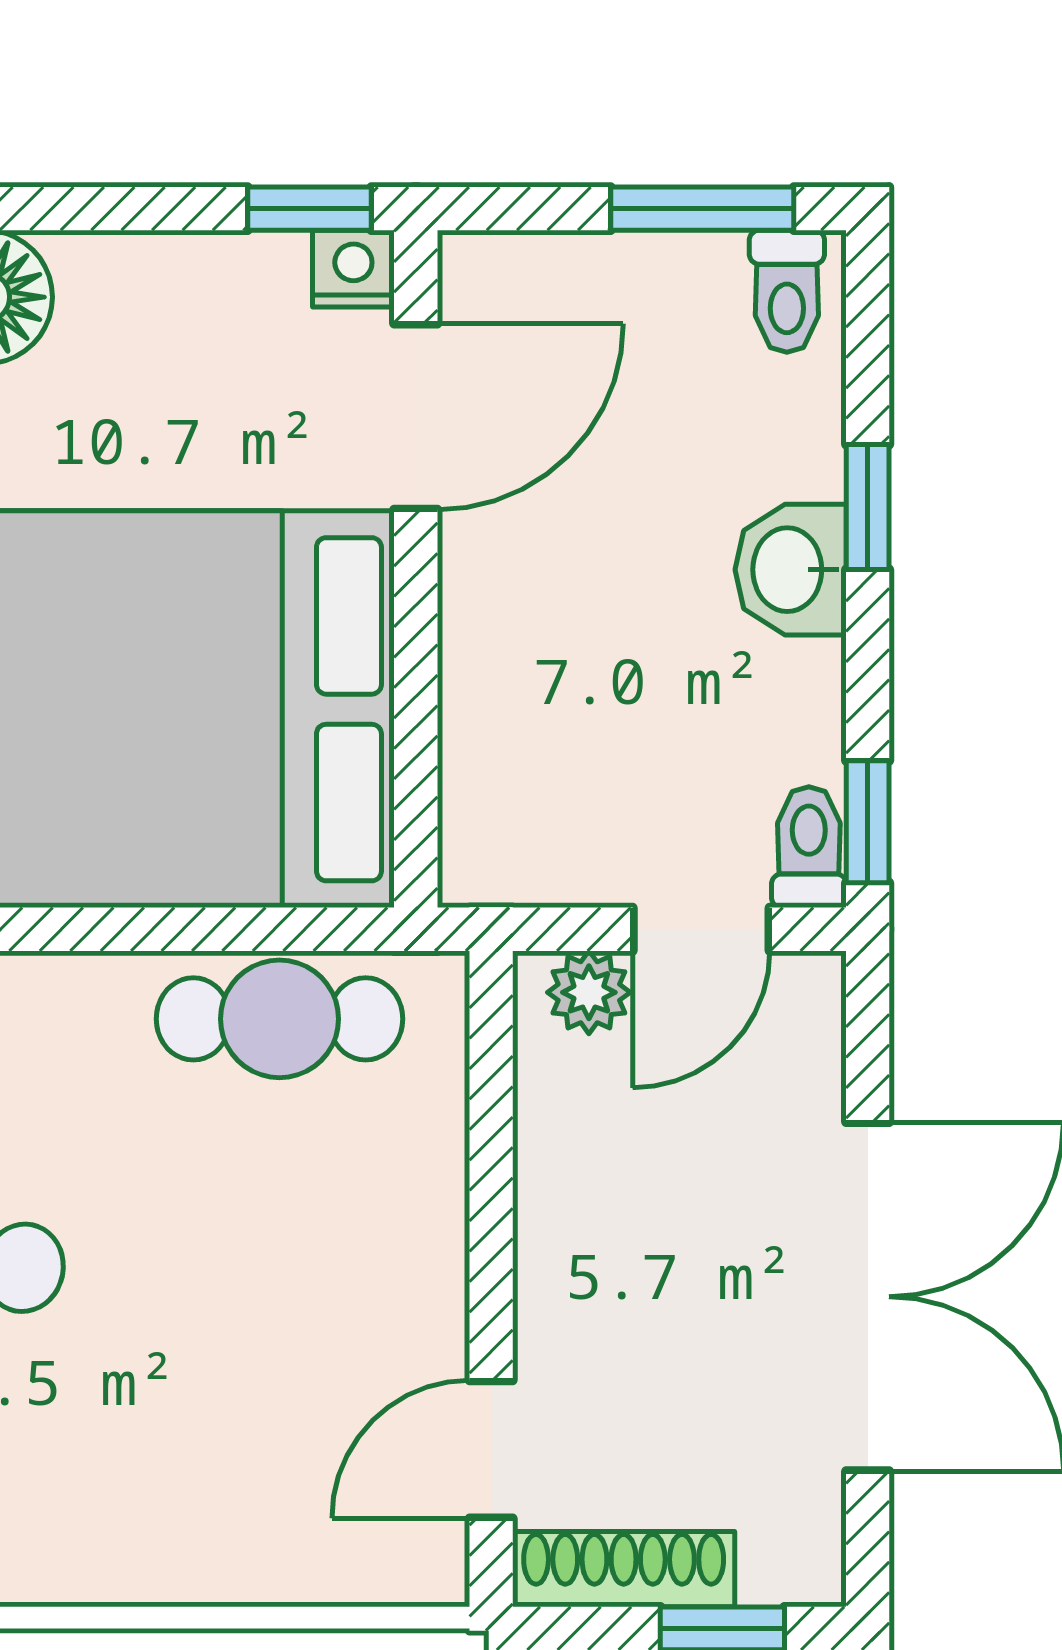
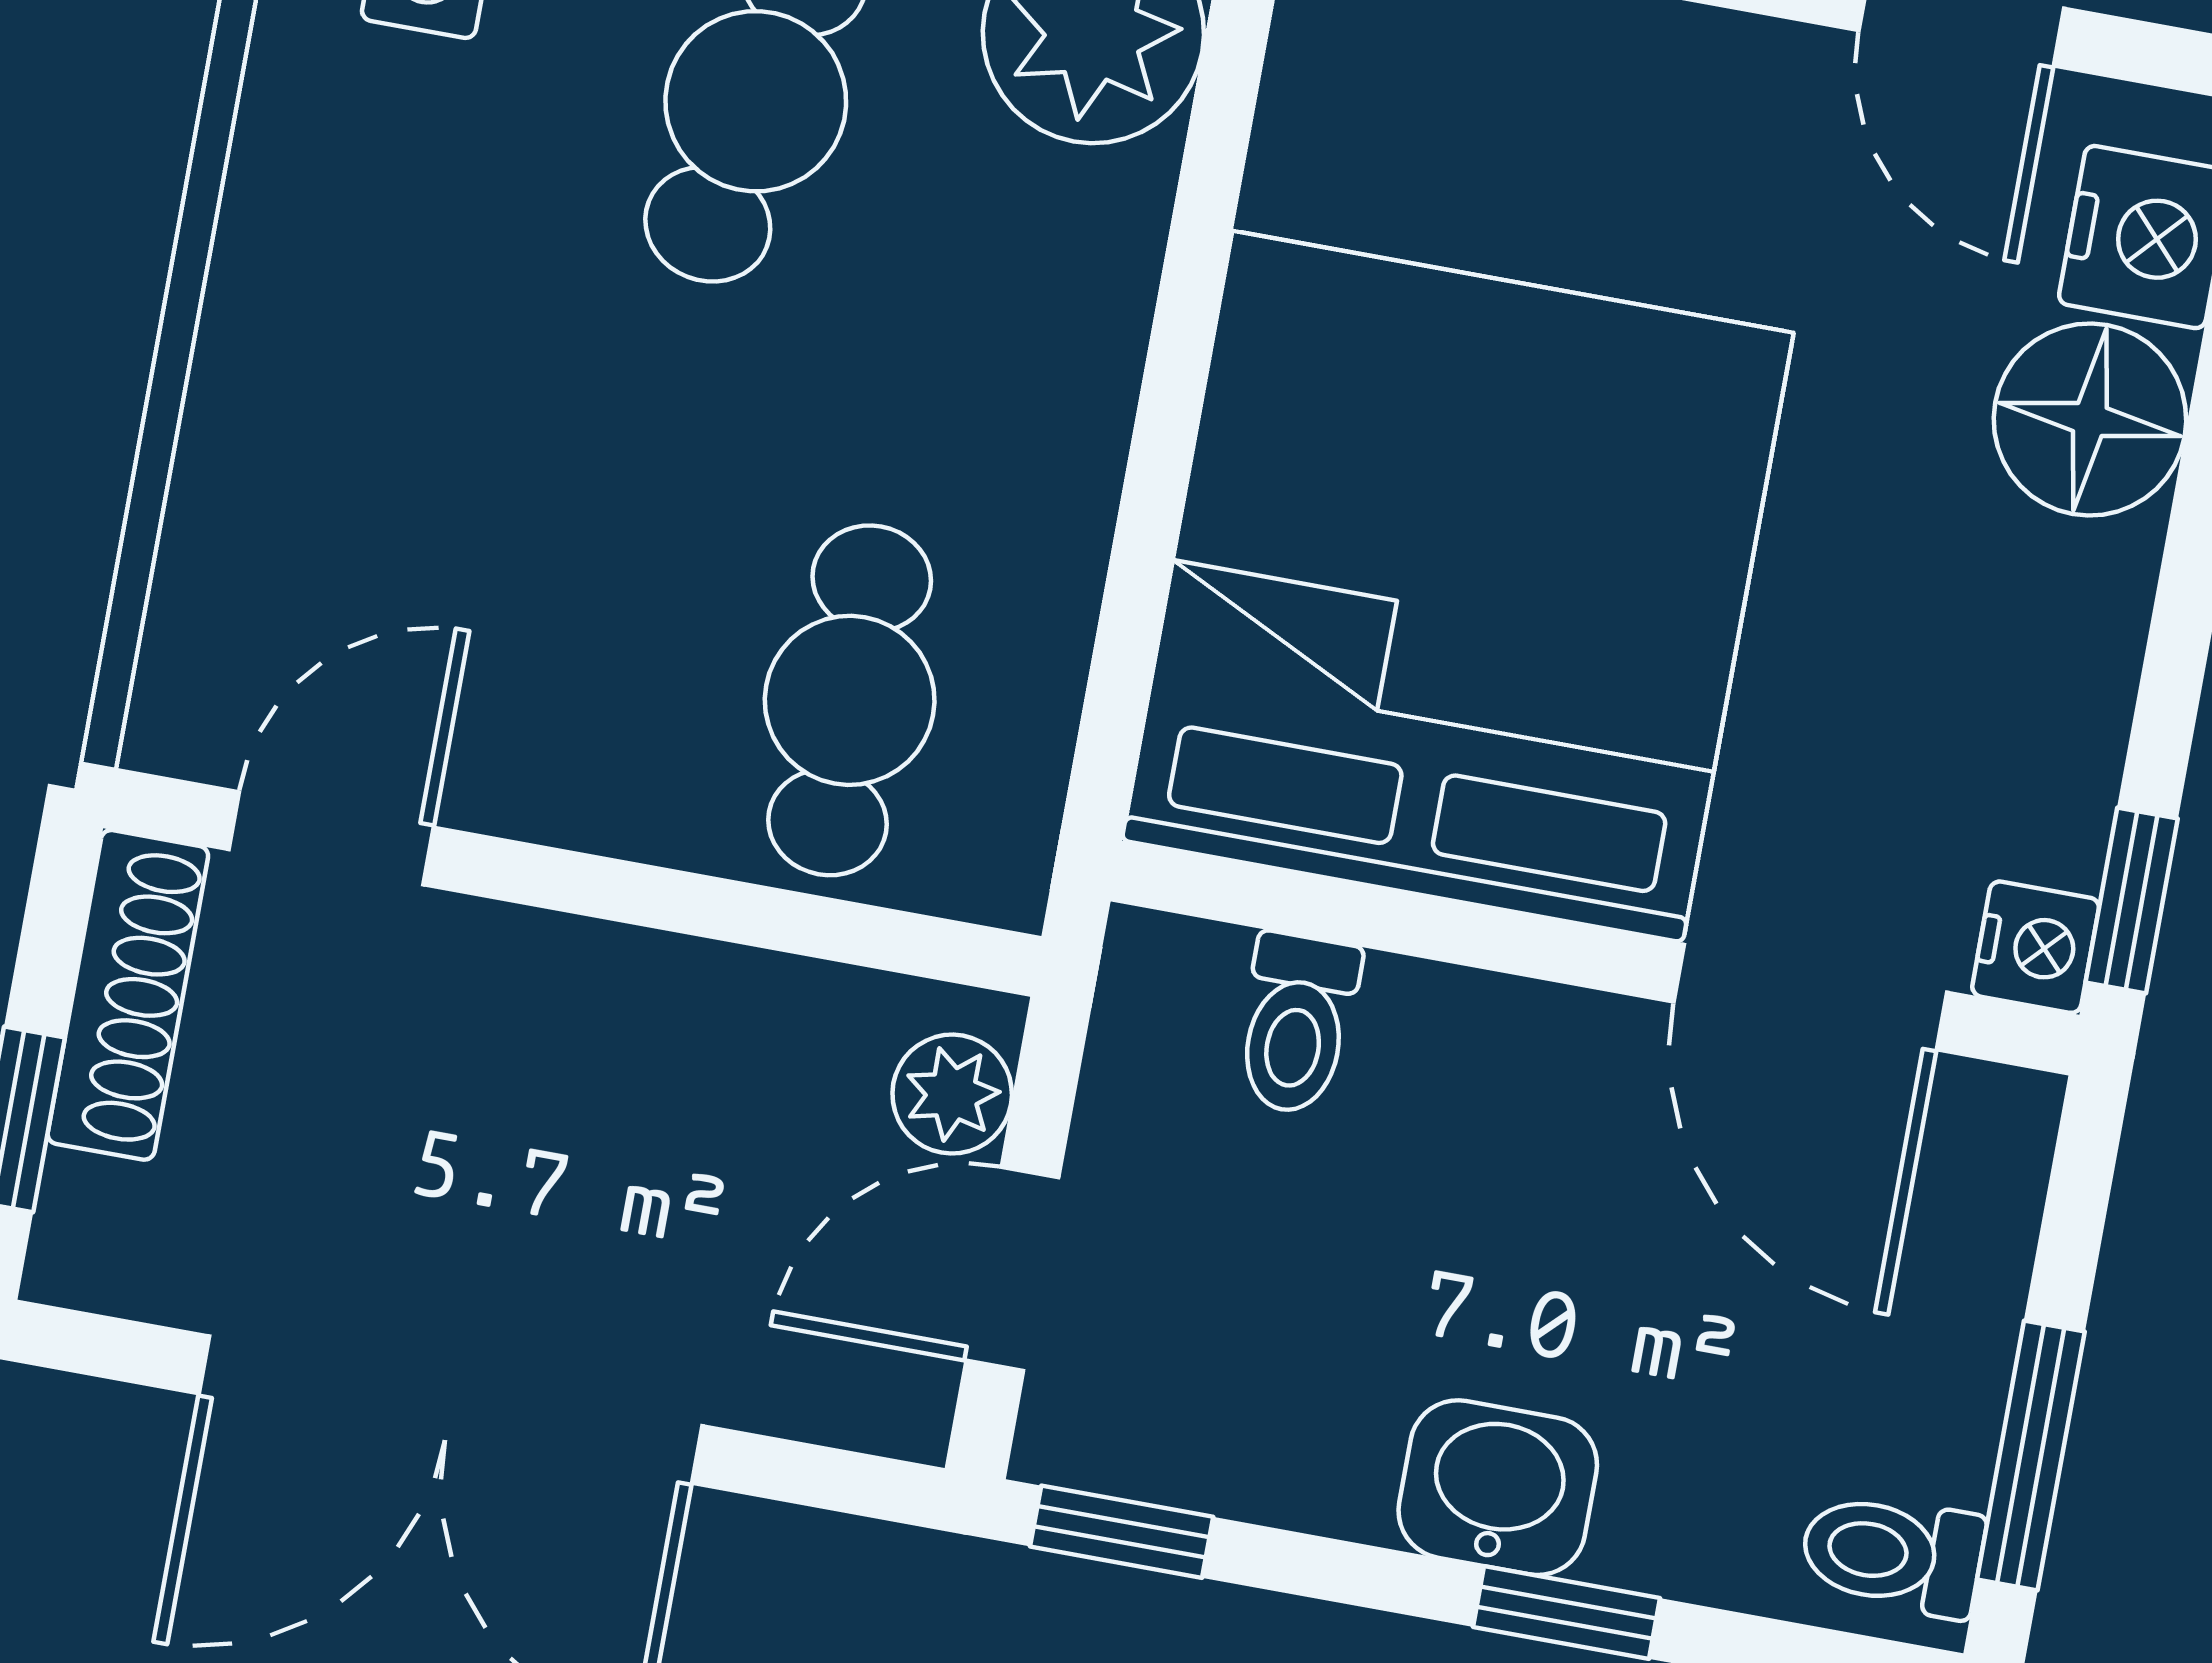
toilet: (809, 847) -> (1297, 1024), moved, turned 90
door: (701, 929) -> (1012, 1269), hinge flipped
cafe table: (279, 1019) -> (850, 700), moved
door: (491, 1449) -> (331, 838), hinge flipped

